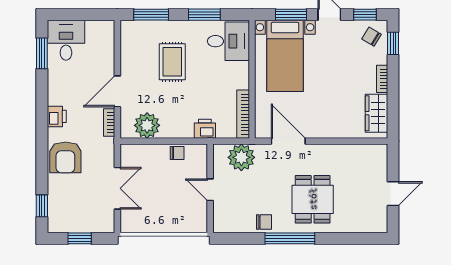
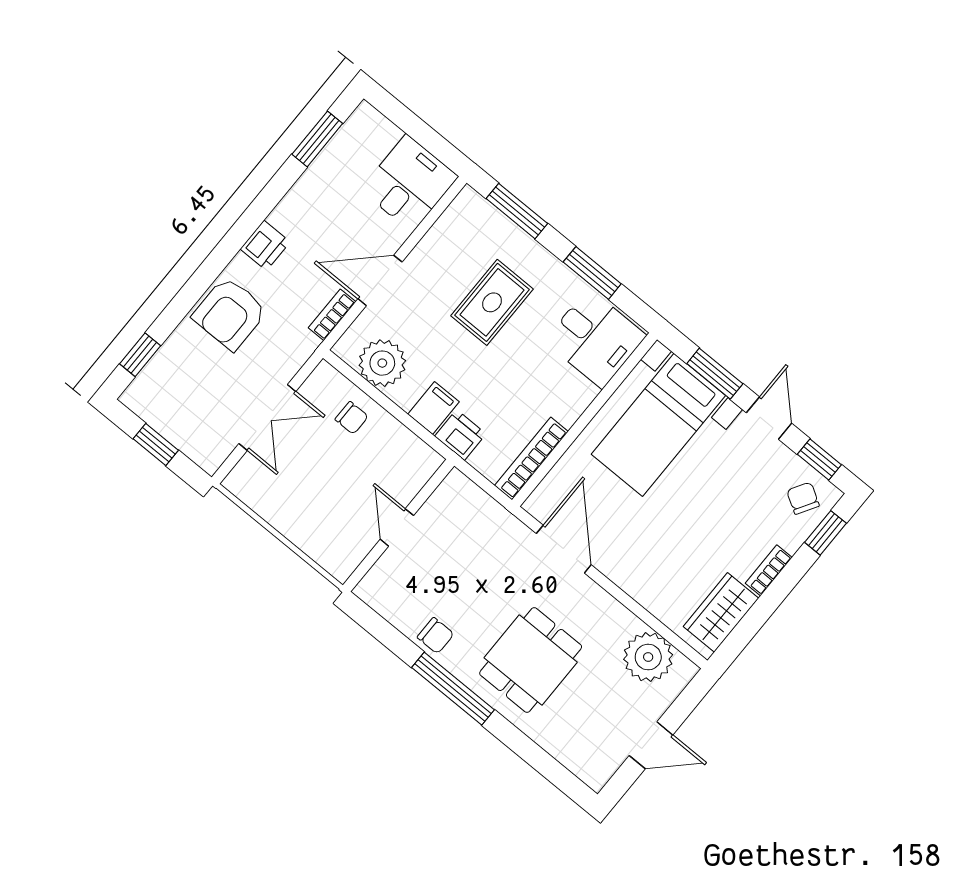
desk: (66, 40) -> (409, 183), moved
filing cabinet: (184, 127) -> (433, 408), added
chair: (177, 153) -> (352, 418), moved
plant: (241, 157) -> (648, 657), moved

